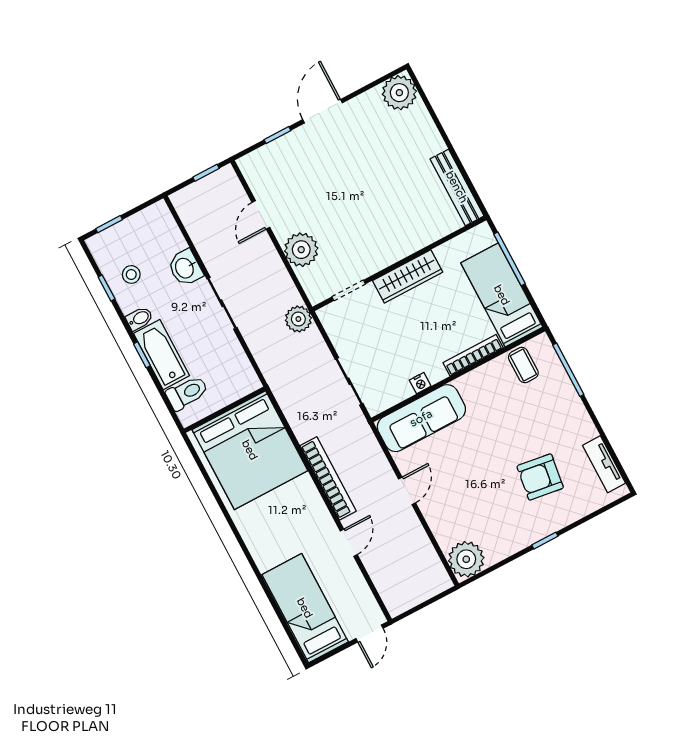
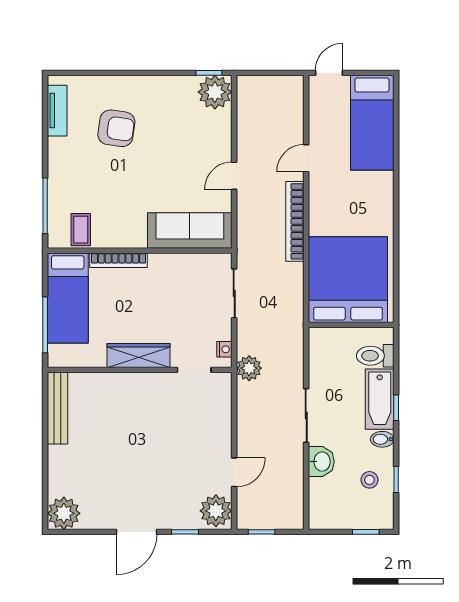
plant: (301, 250) -> (216, 511), moved
nightstand: (420, 383) -> (224, 349), moved, turned 90
window: (545, 541) -> (209, 73), moved

